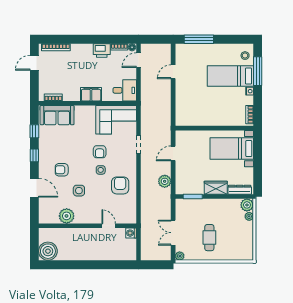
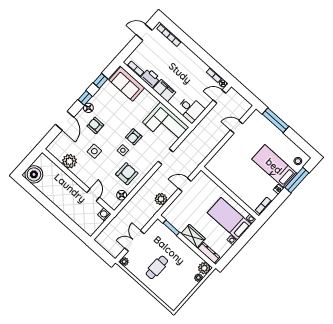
printer: (102, 51) -> (150, 78), moved, turned 180
floor lamp: (44, 161) -> (88, 108), added
floor lamp: (131, 206) -> (122, 195), added

